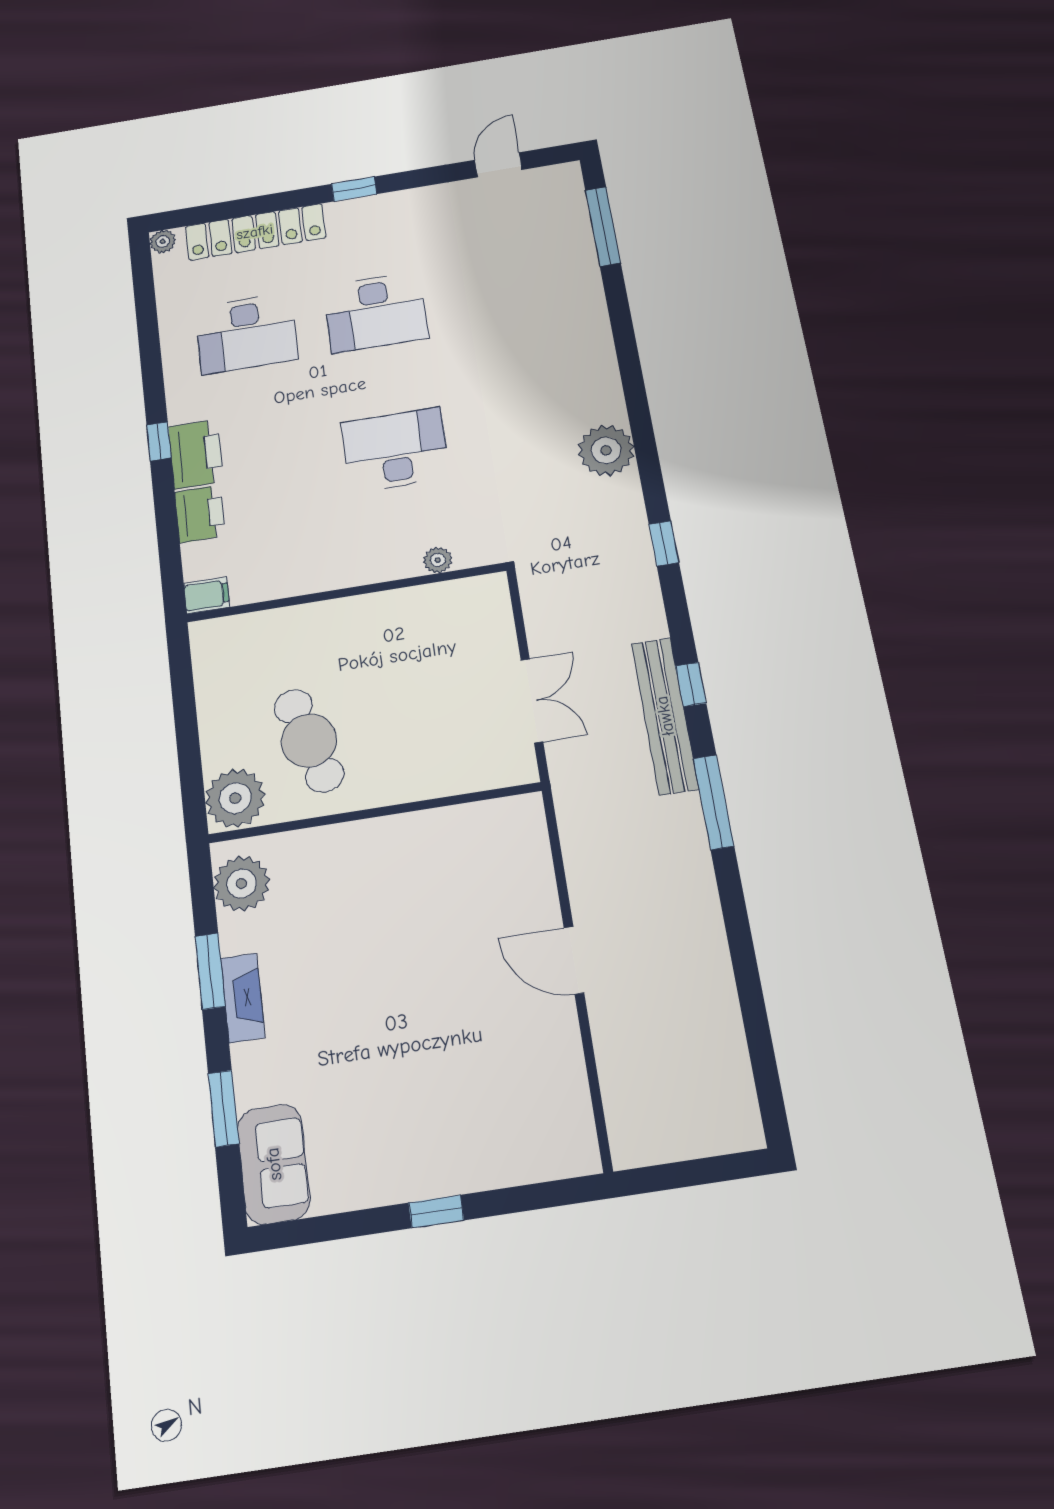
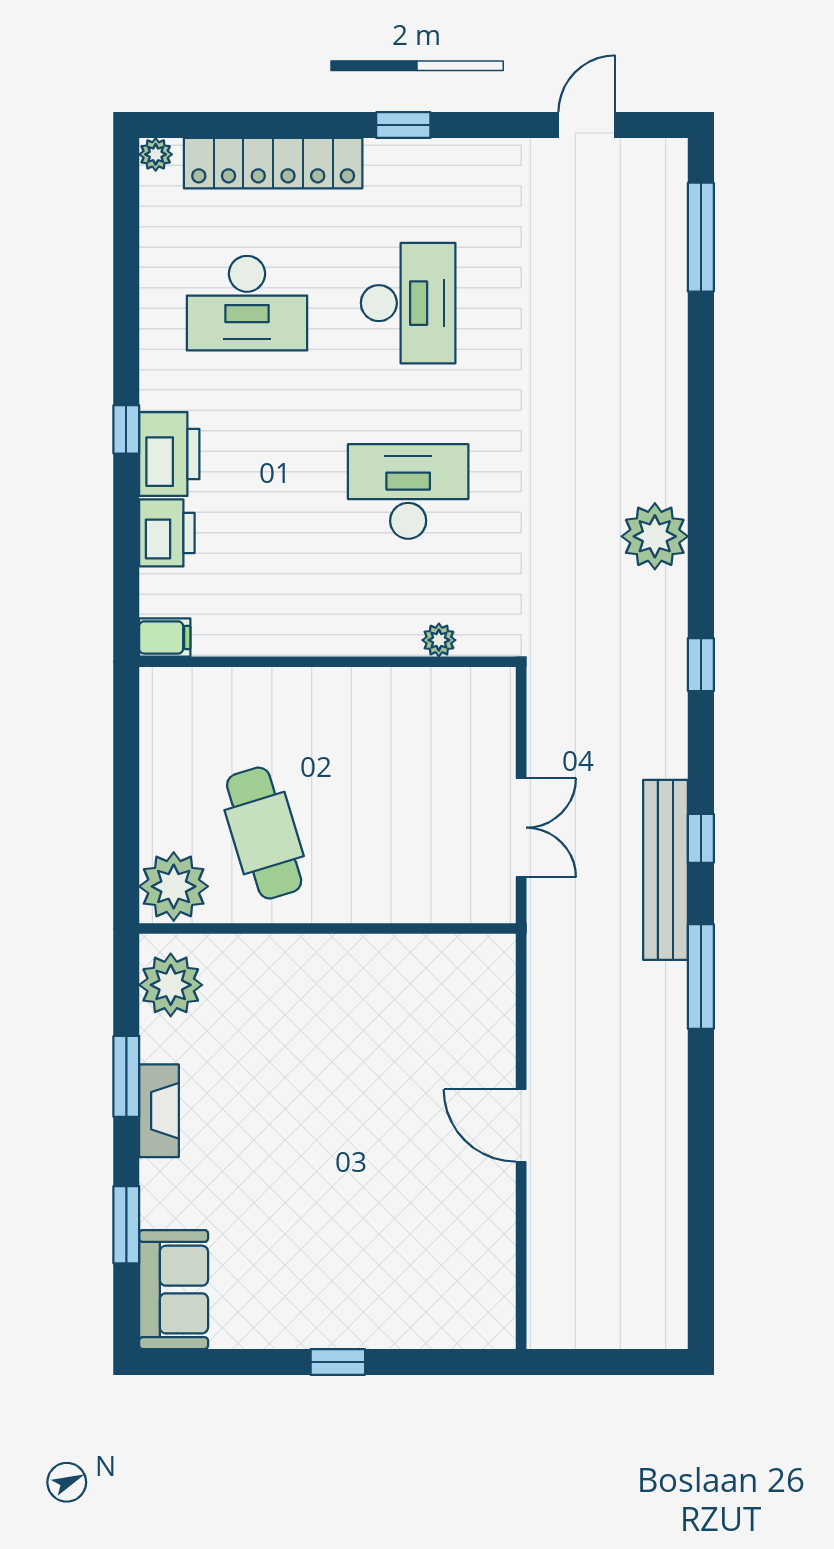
desk: (376, 312) -> (408, 303), turned -90

